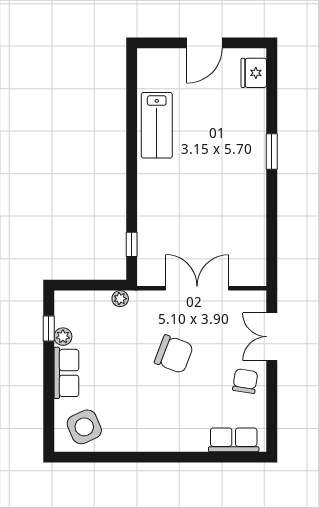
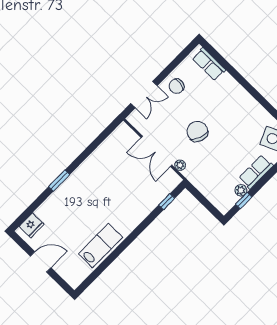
plant: (120, 299) -> (180, 165), moved

